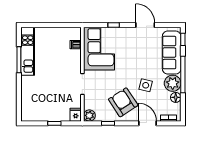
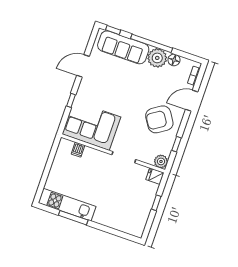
side table: (146, 85) -> (149, 88), removed

